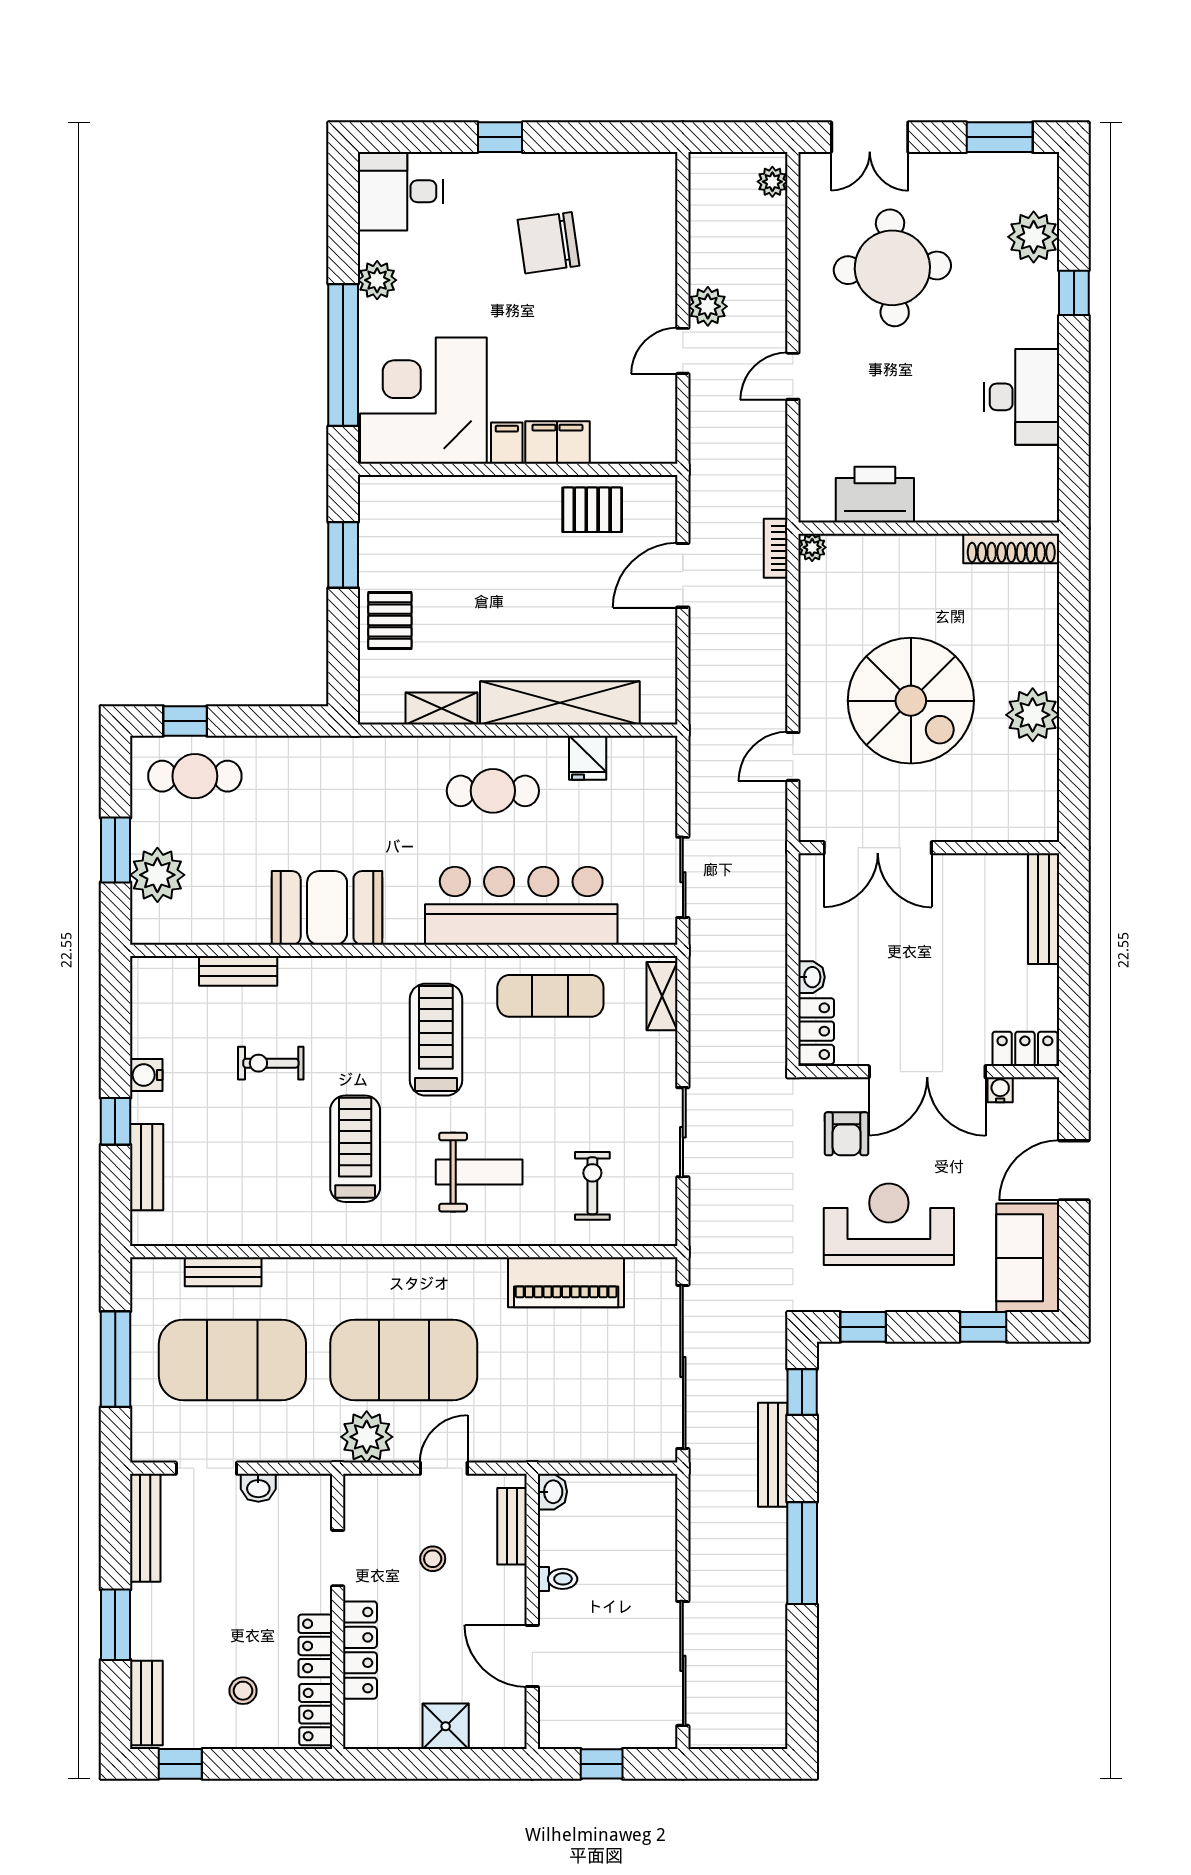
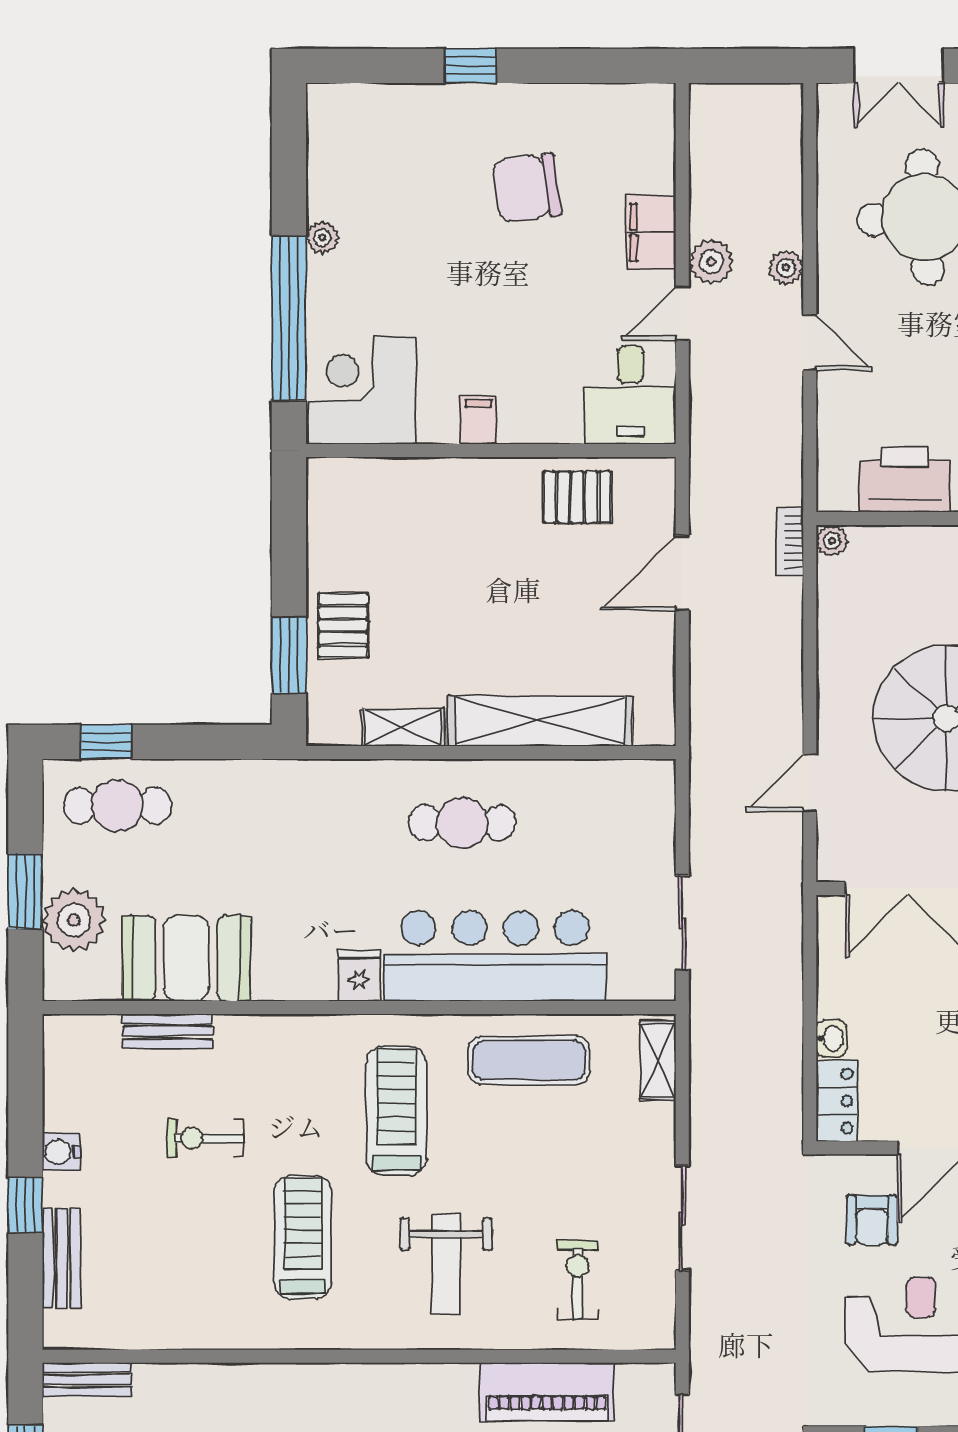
plant: (772, 182) -> (786, 268), moved
desk: (400, 191) -> (630, 395), moved, turned -90
plant: (377, 280) -> (322, 238), width x0.73, depth x0.73
door: (793, 376) -> (810, 343), swing flipped
corner desk: (423, 401) -> (362, 390), width x0.74, depth x0.74
filing cabinet: (557, 443) -> (651, 233), moved, turned -90
window: (343, 555) -> (289, 655), moved
fridge: (588, 758) -> (359, 976), moved, turned 180
booth: (327, 908) -> (186, 958), moved
weight bench: (479, 1172) -> (446, 1264), turned 90
bench: (223, 1272) -> (87, 1380), moved

